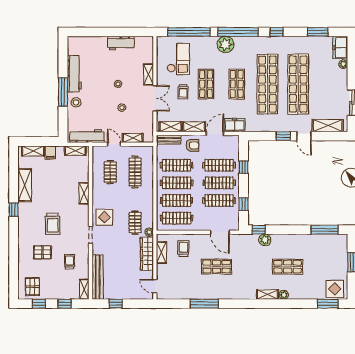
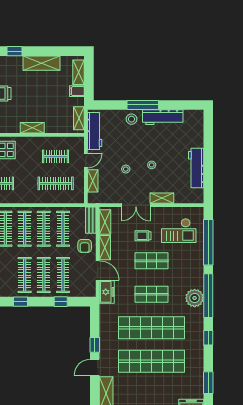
workbench: (121, 43) -> (196, 168), width x1.37
plant: (225, 45) -> (195, 298), moved

